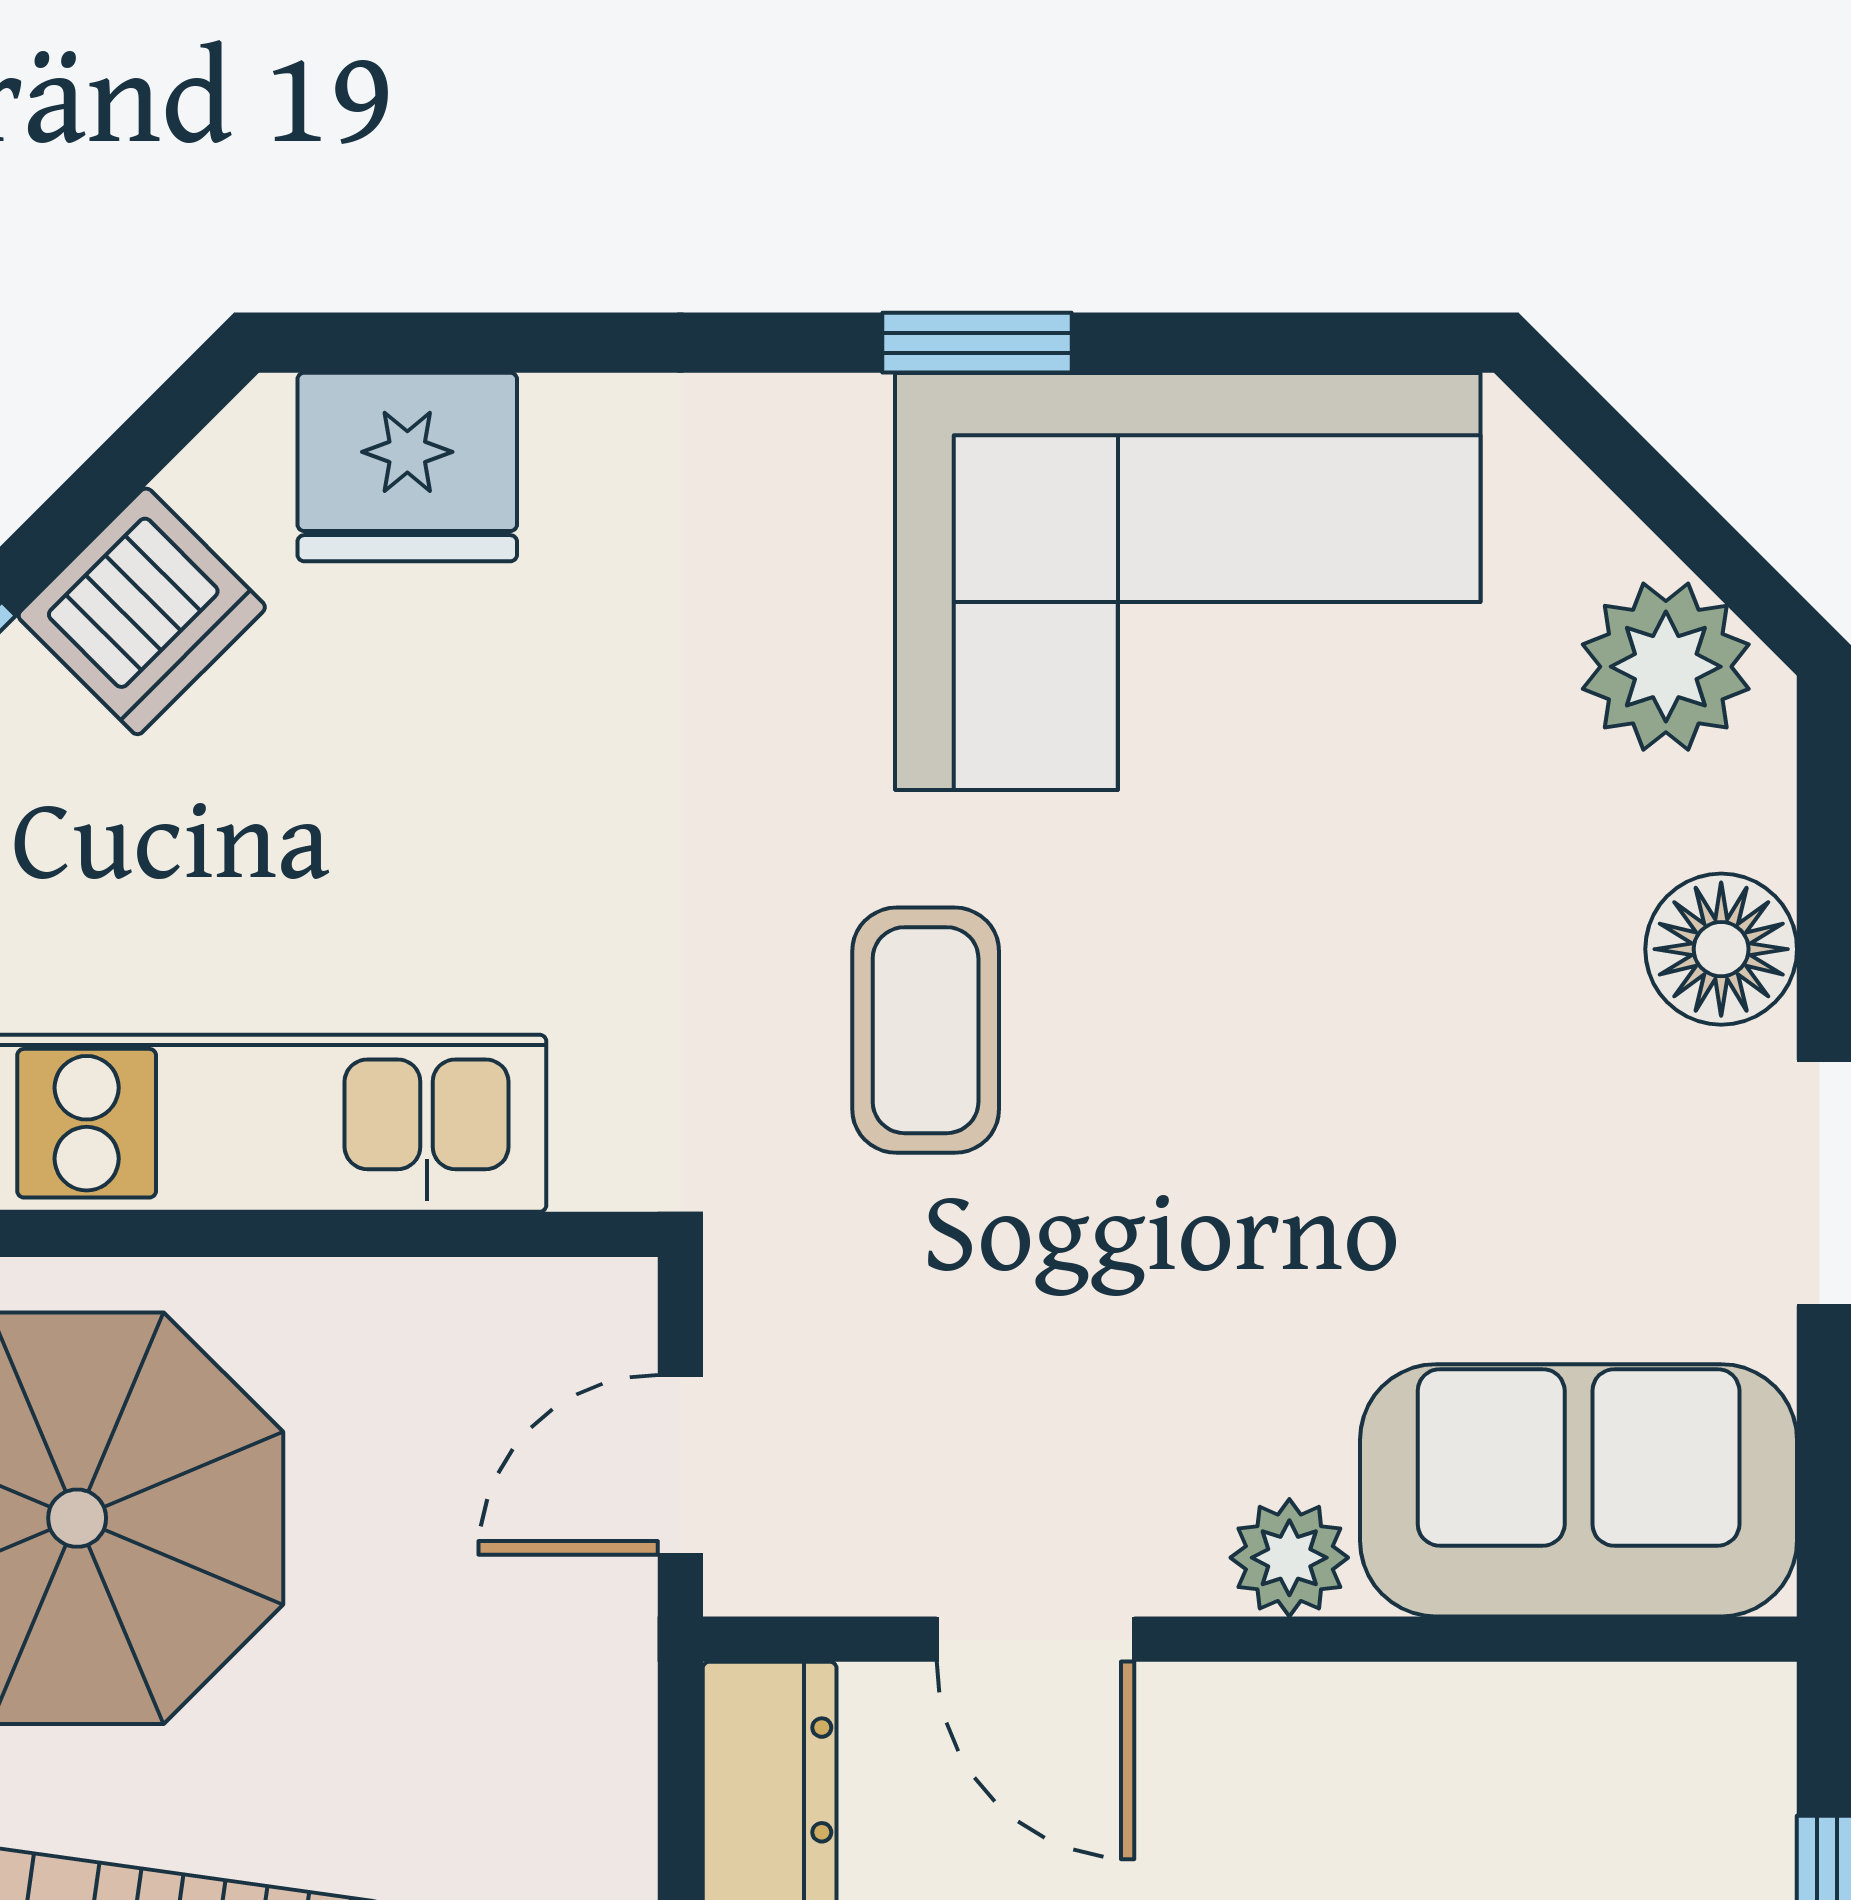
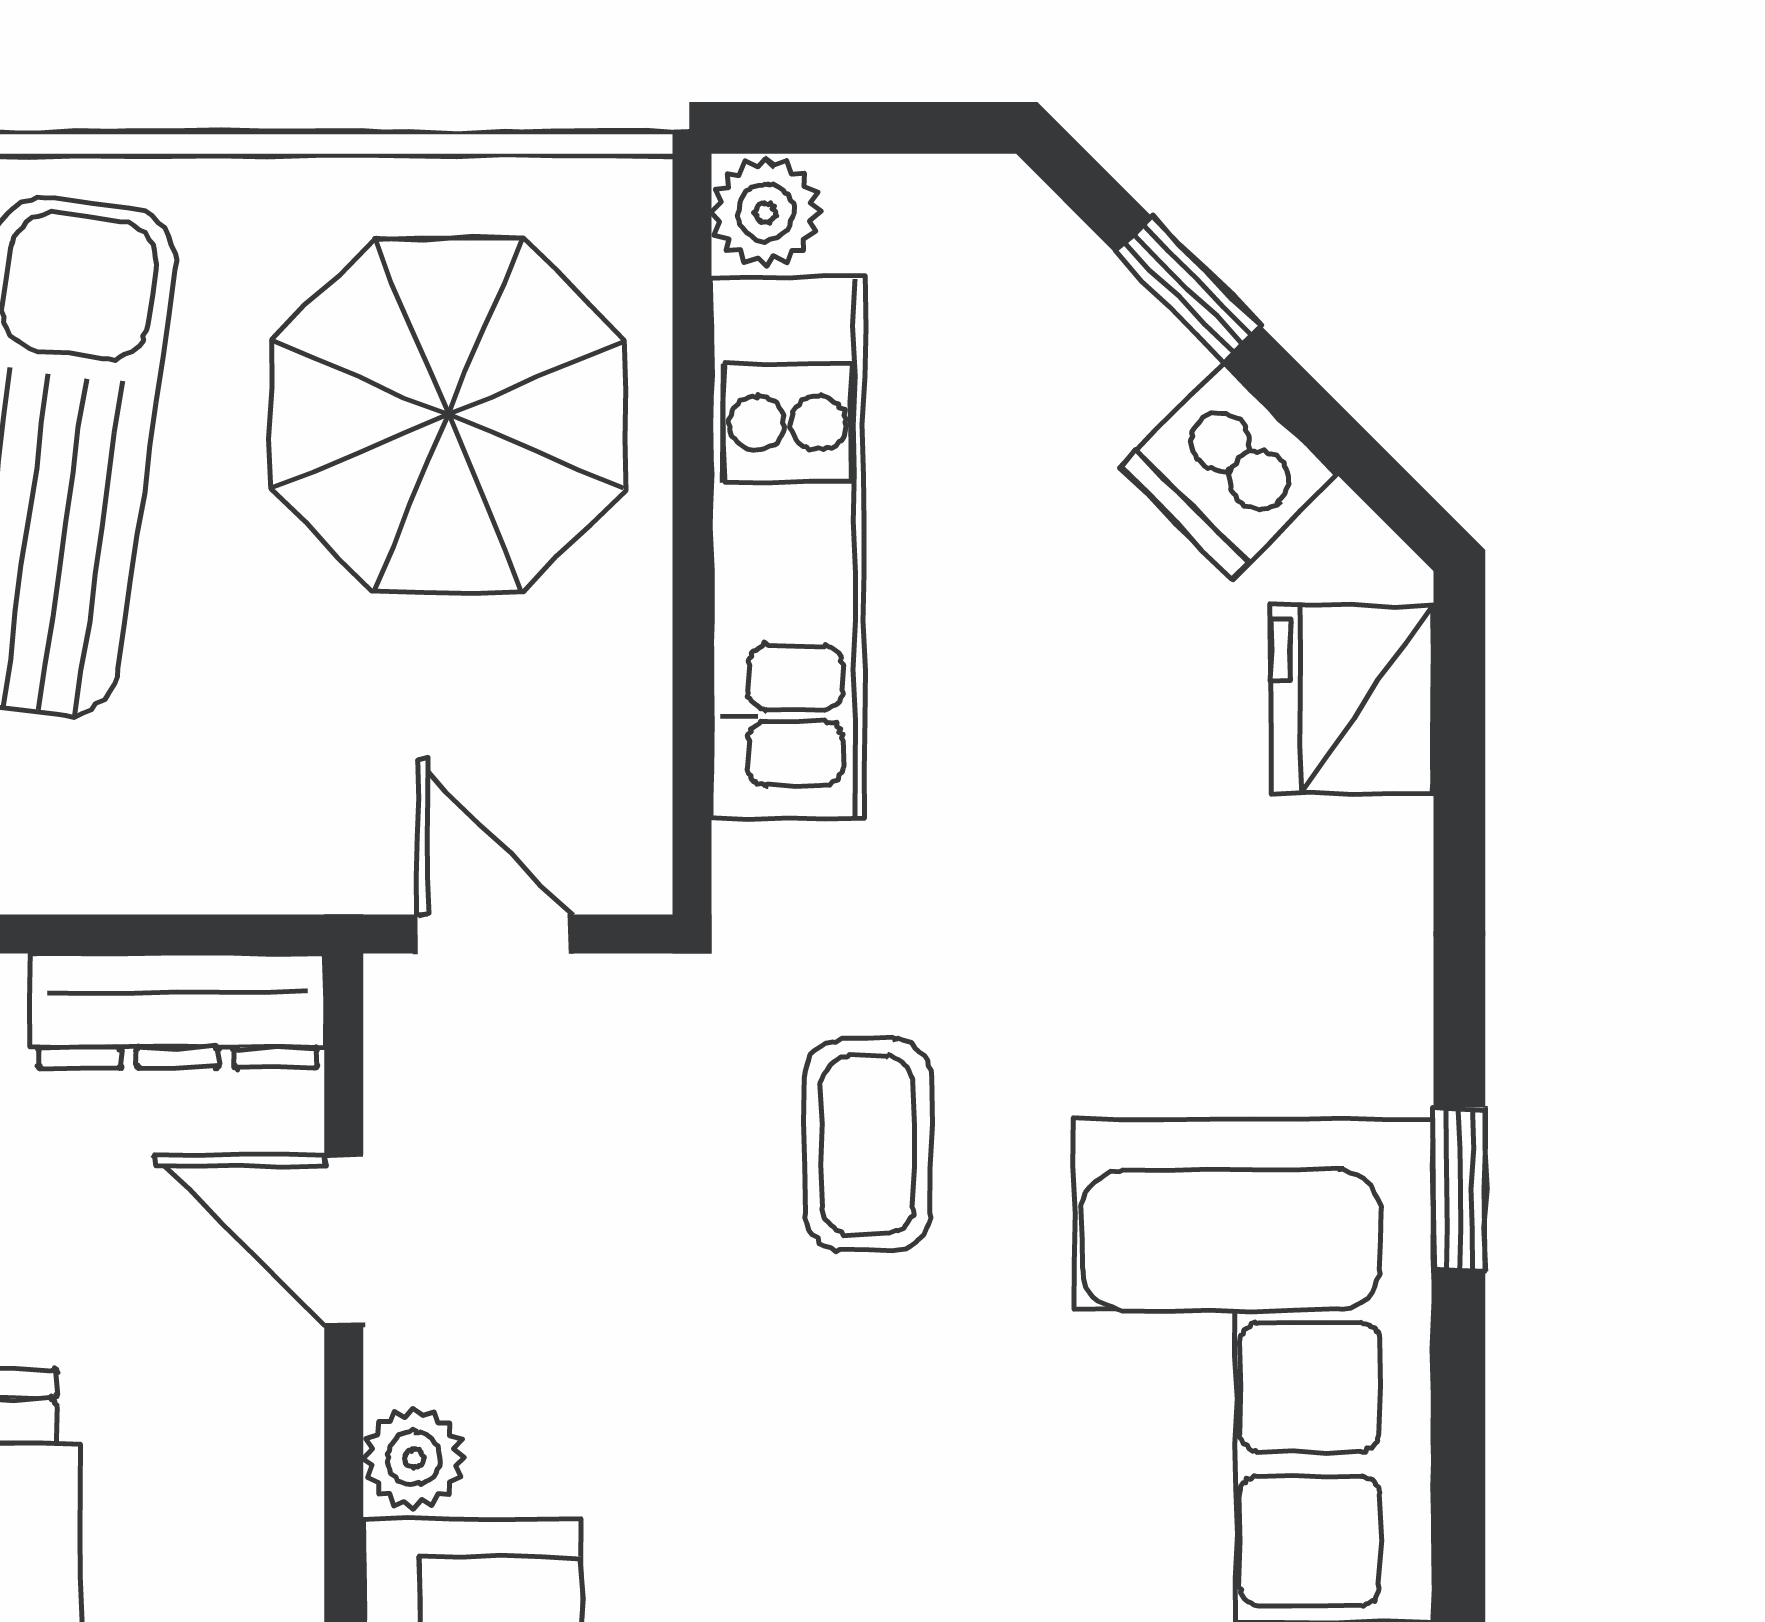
coffee table: (926, 1030) -> (868, 1145), turned 90
door: (1036, 1639) -> (344, 1240), hinge flipped

